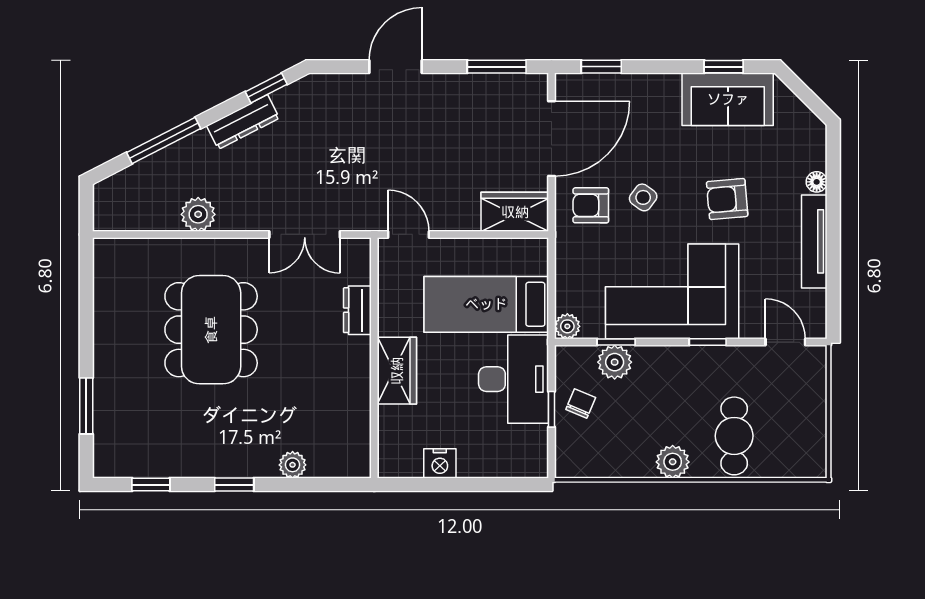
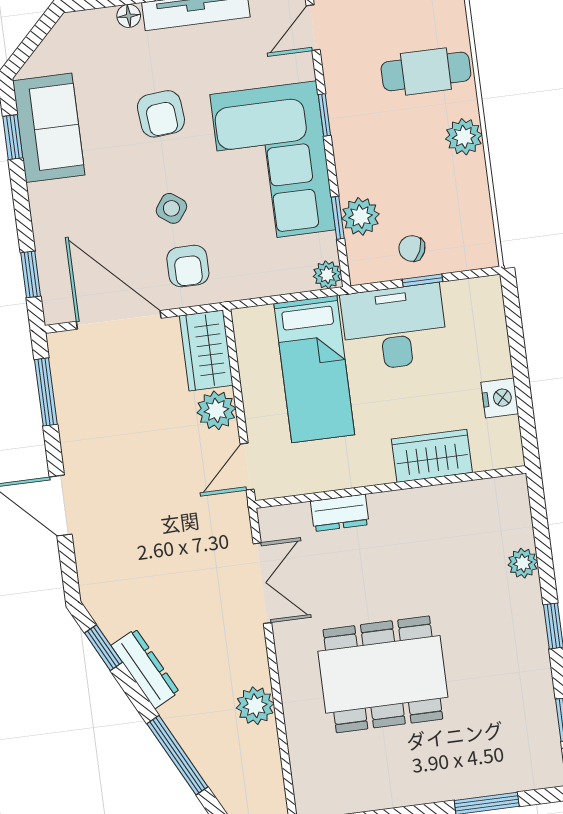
plant: (461, 214) -> (216, 410), added
wardrobe: (397, 371) -> (432, 456), moved

